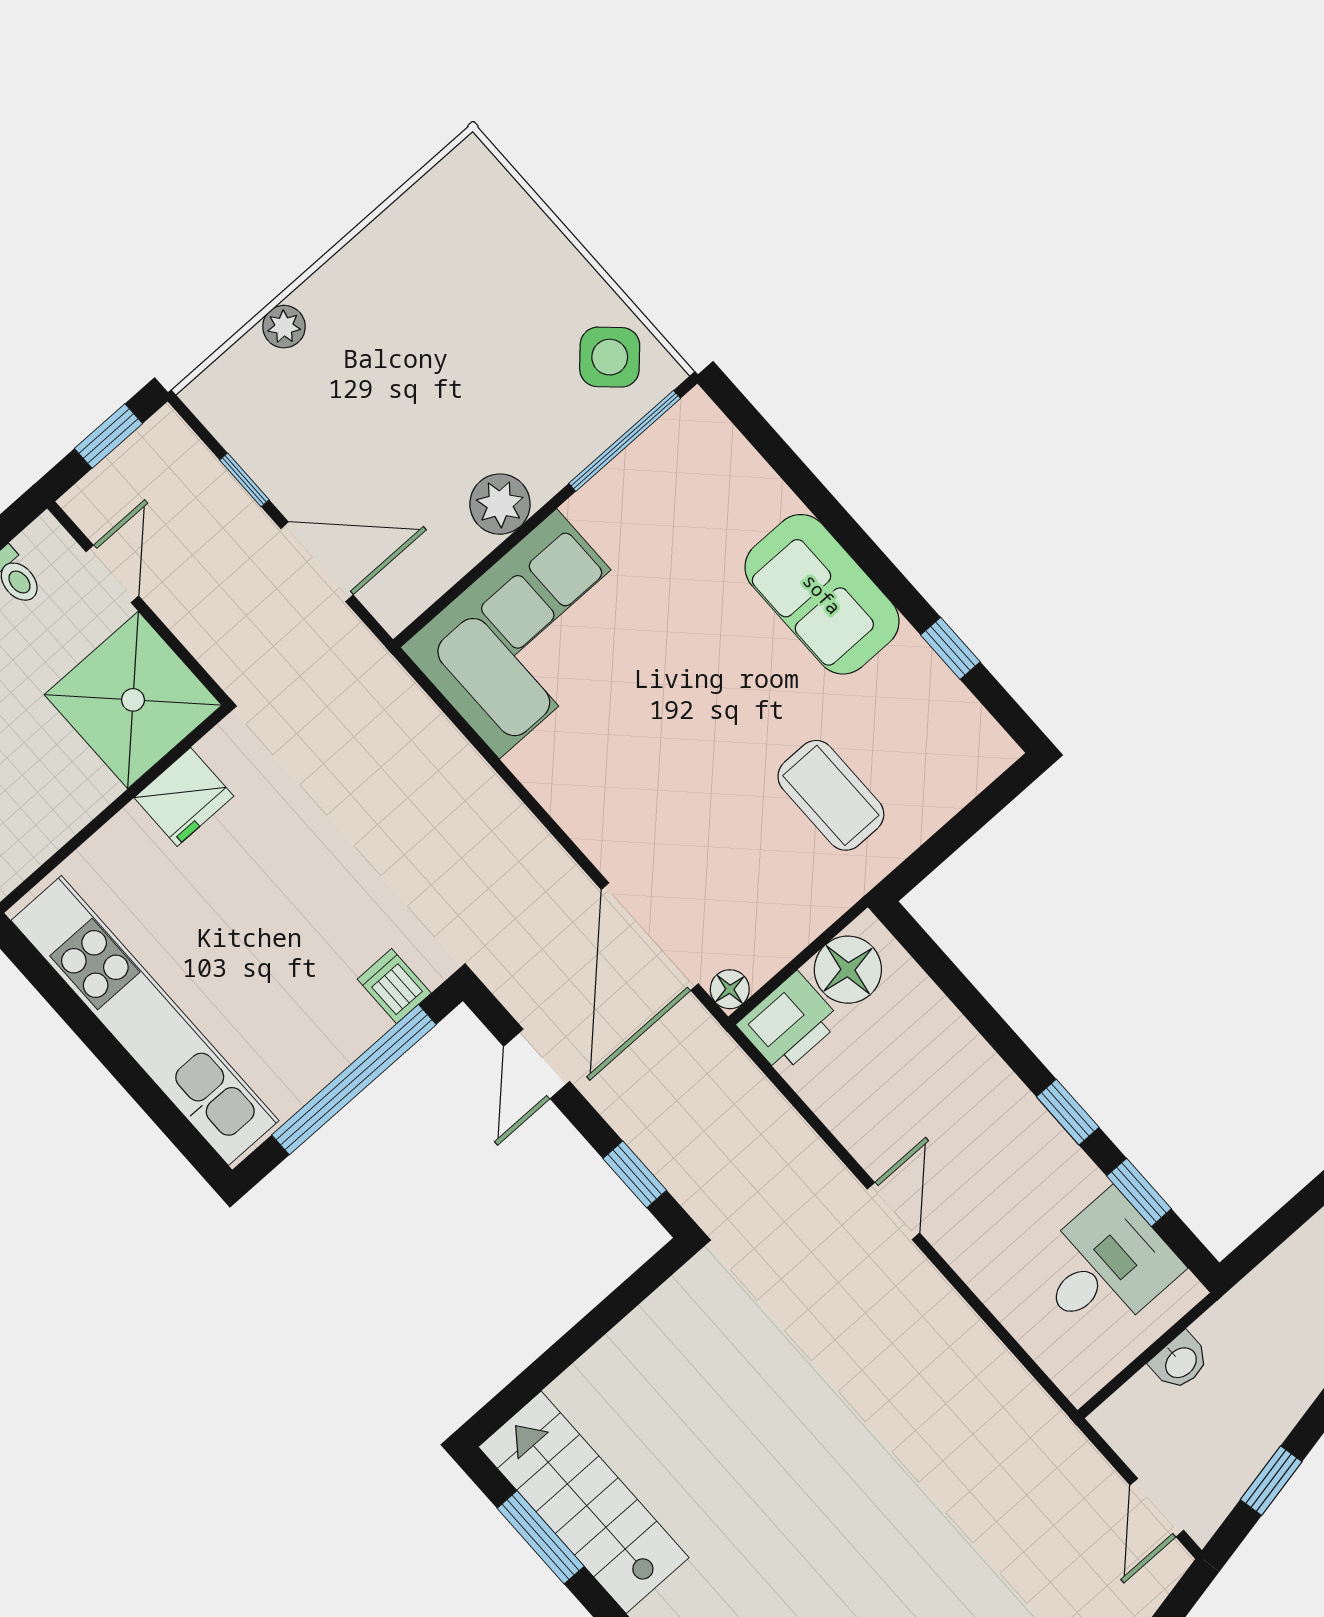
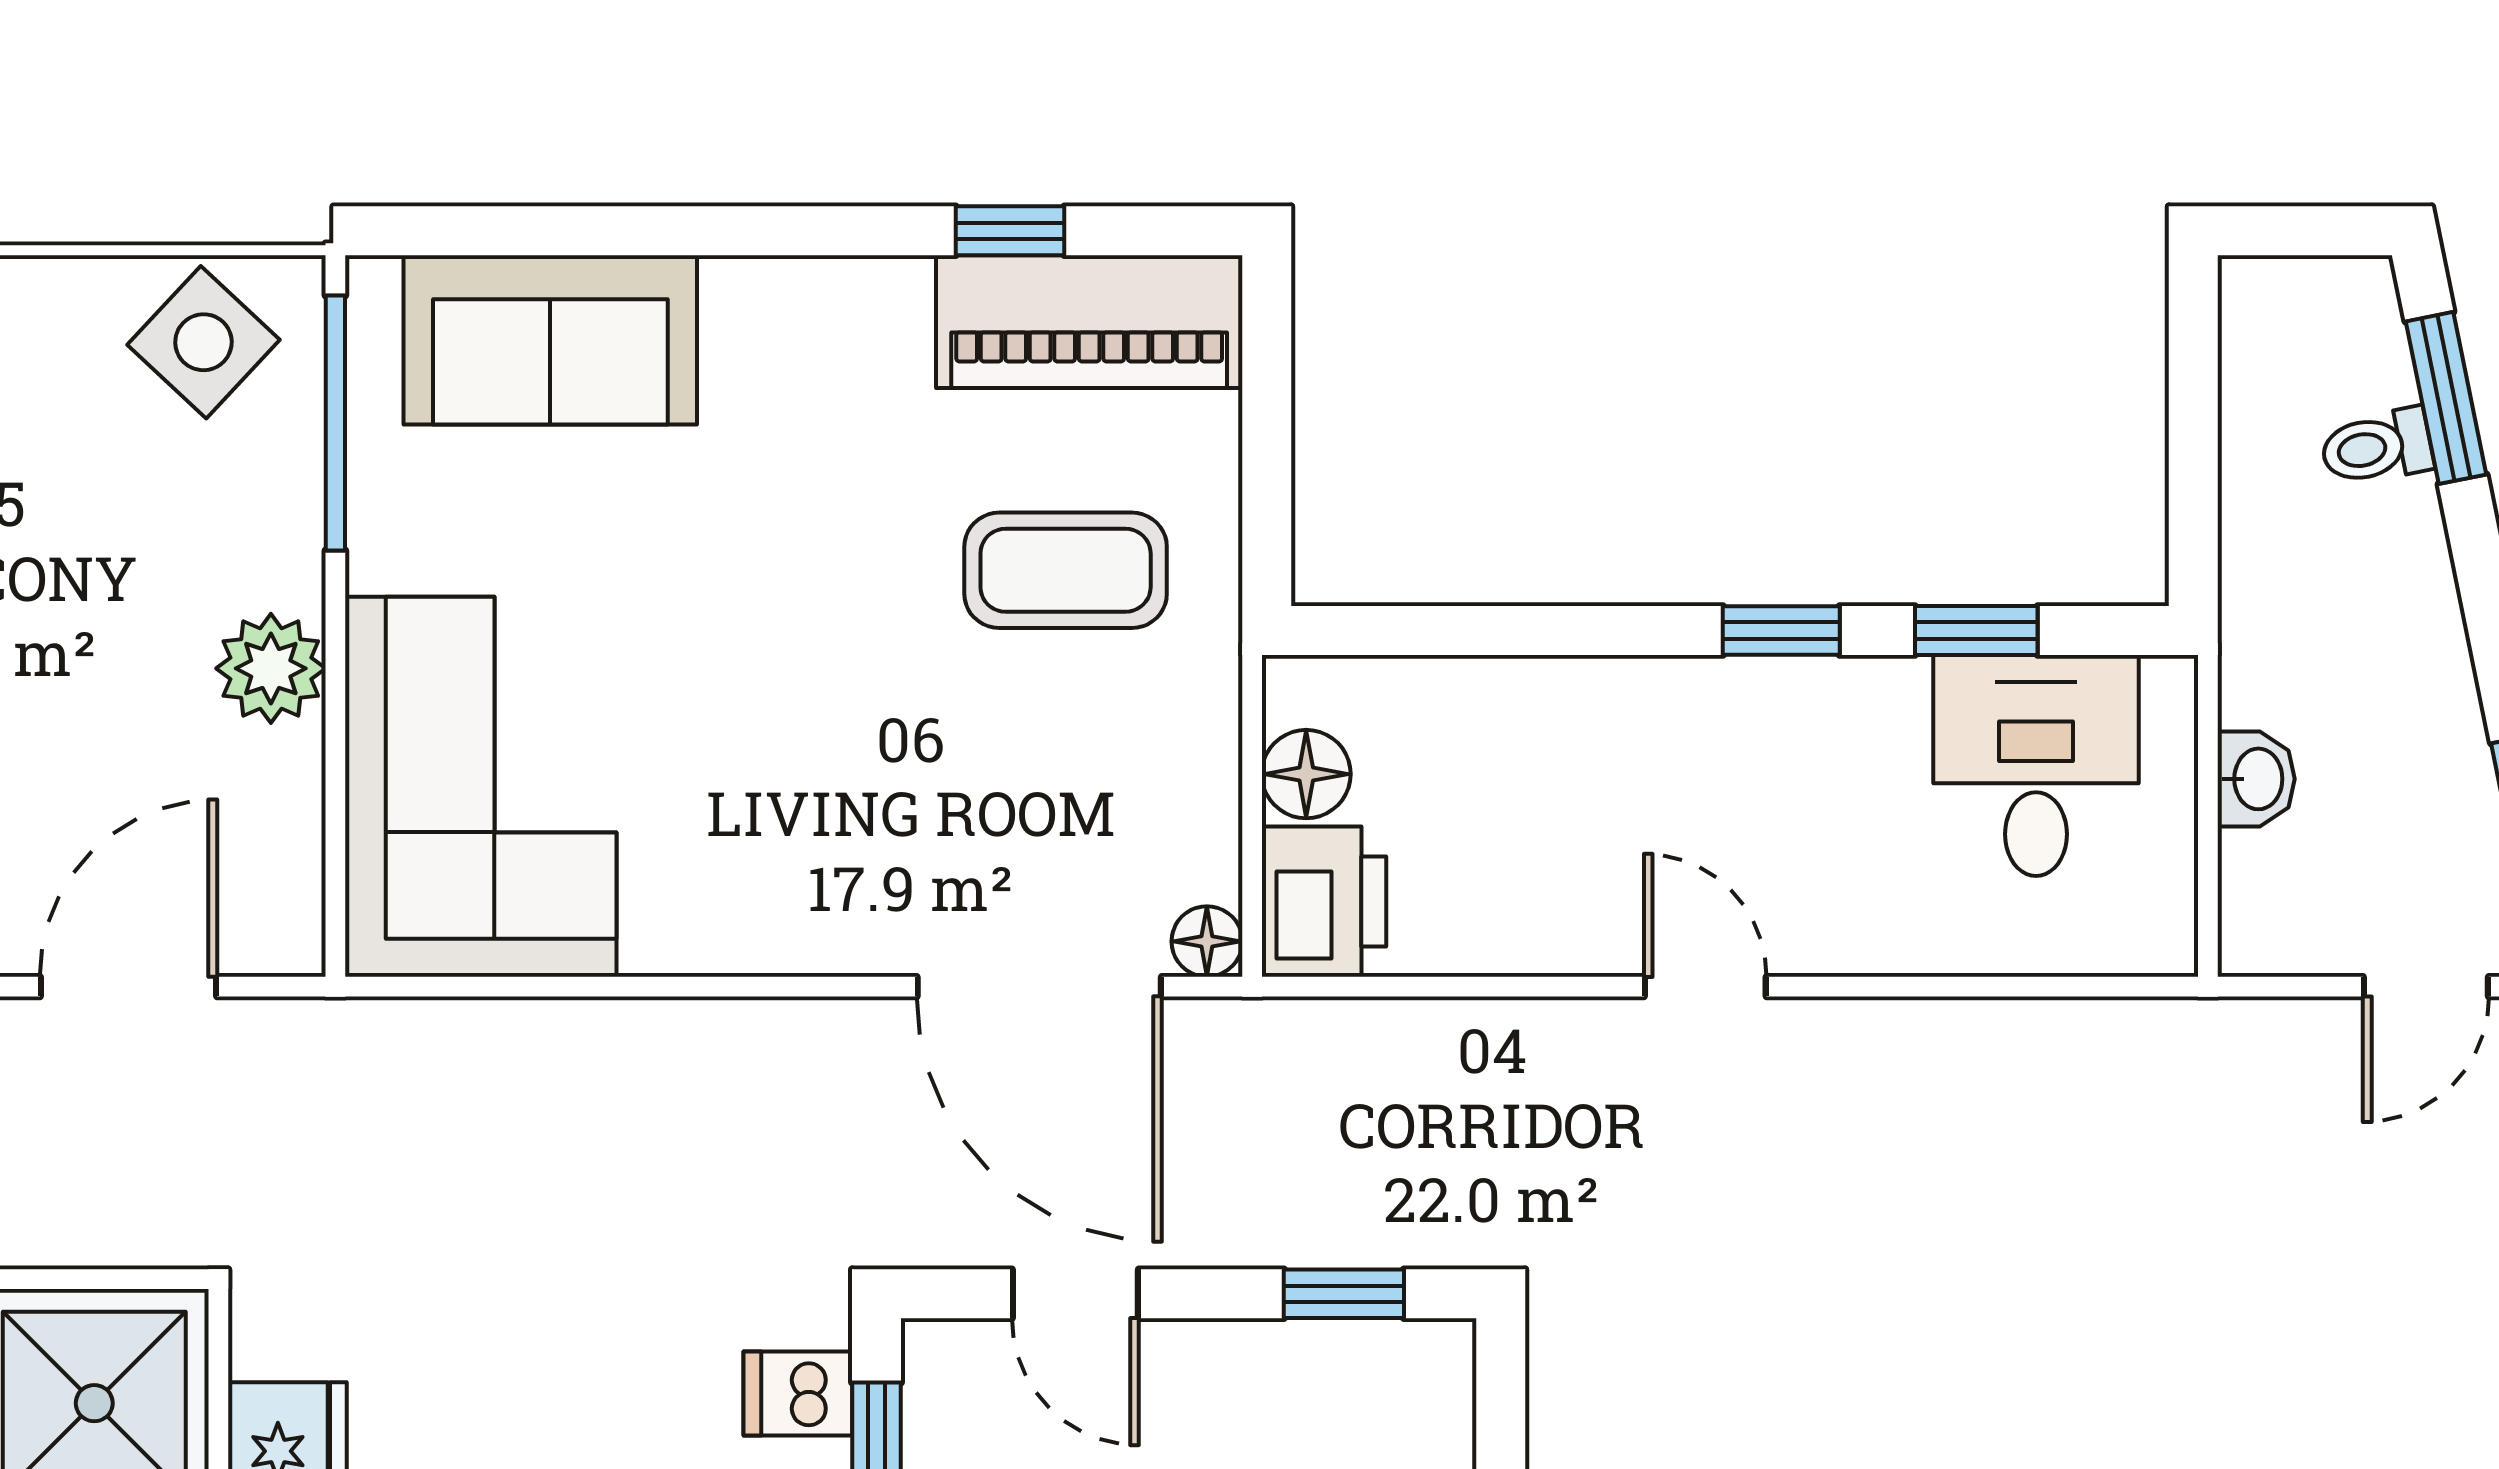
sofa: (822, 594) -> (550, 340), moved
piano: (942, 714) -> (1089, 322), added
floor lamp: (848, 970) -> (1306, 774), width x0.73, depth x0.73
door: (1157, 1508) -> (2426, 987), hinge flipped

